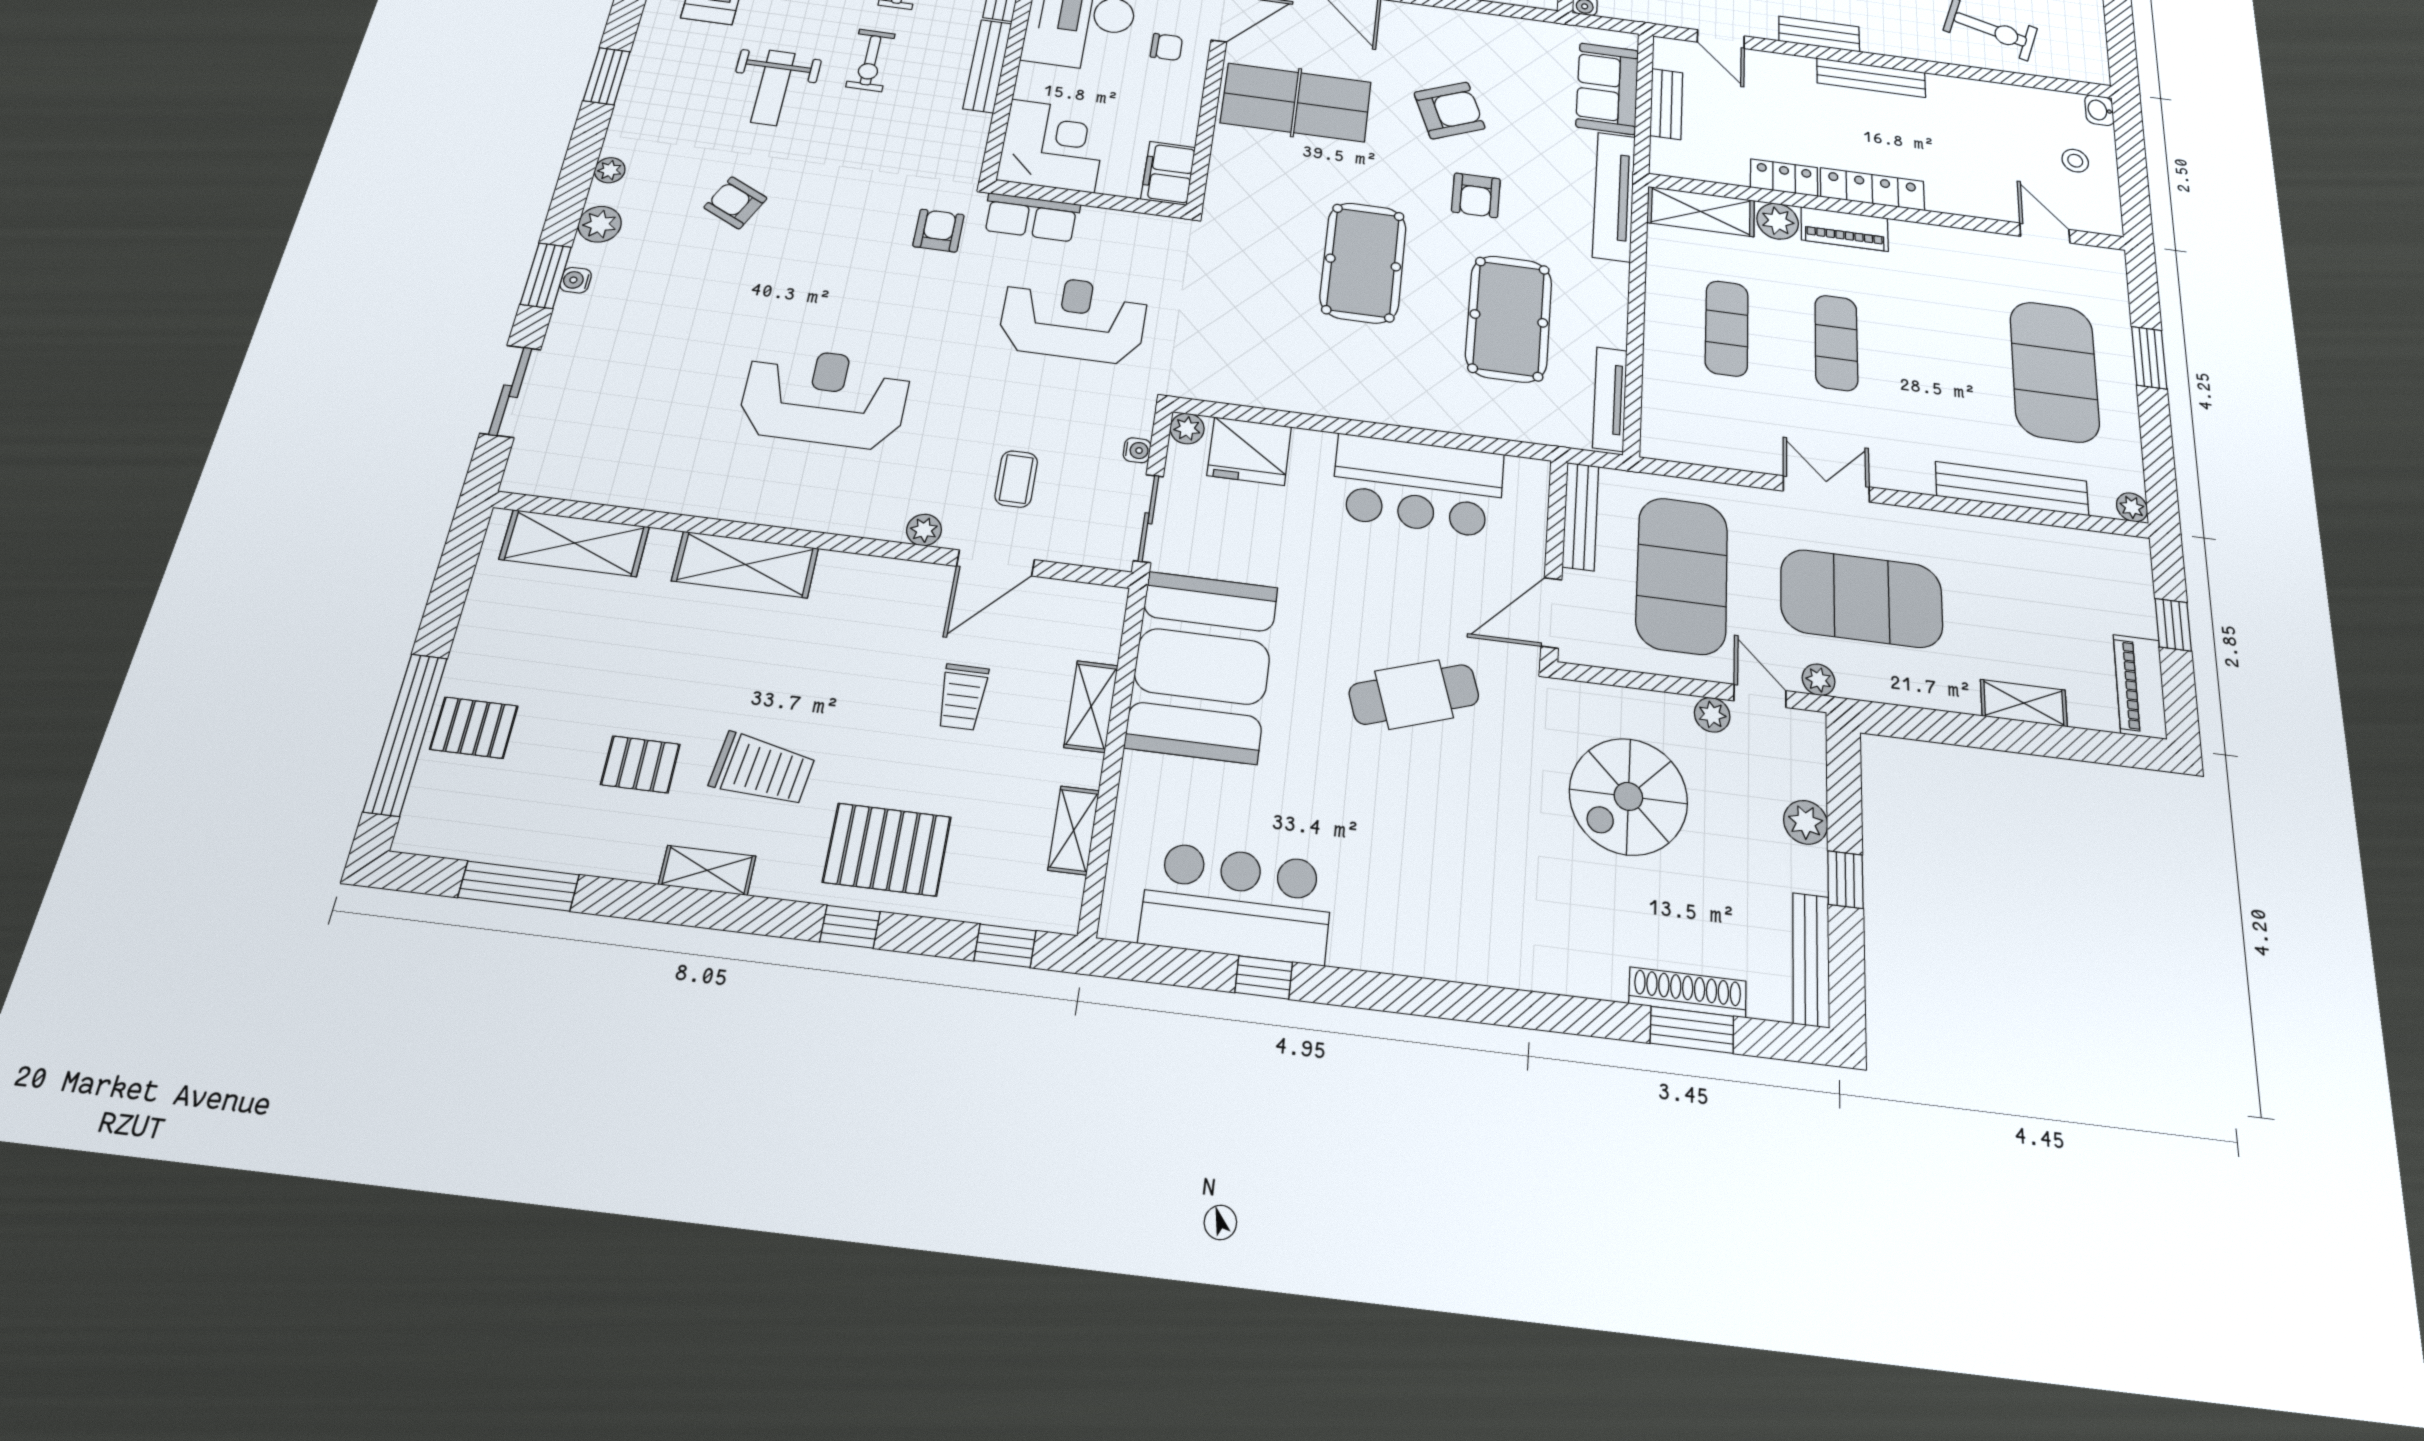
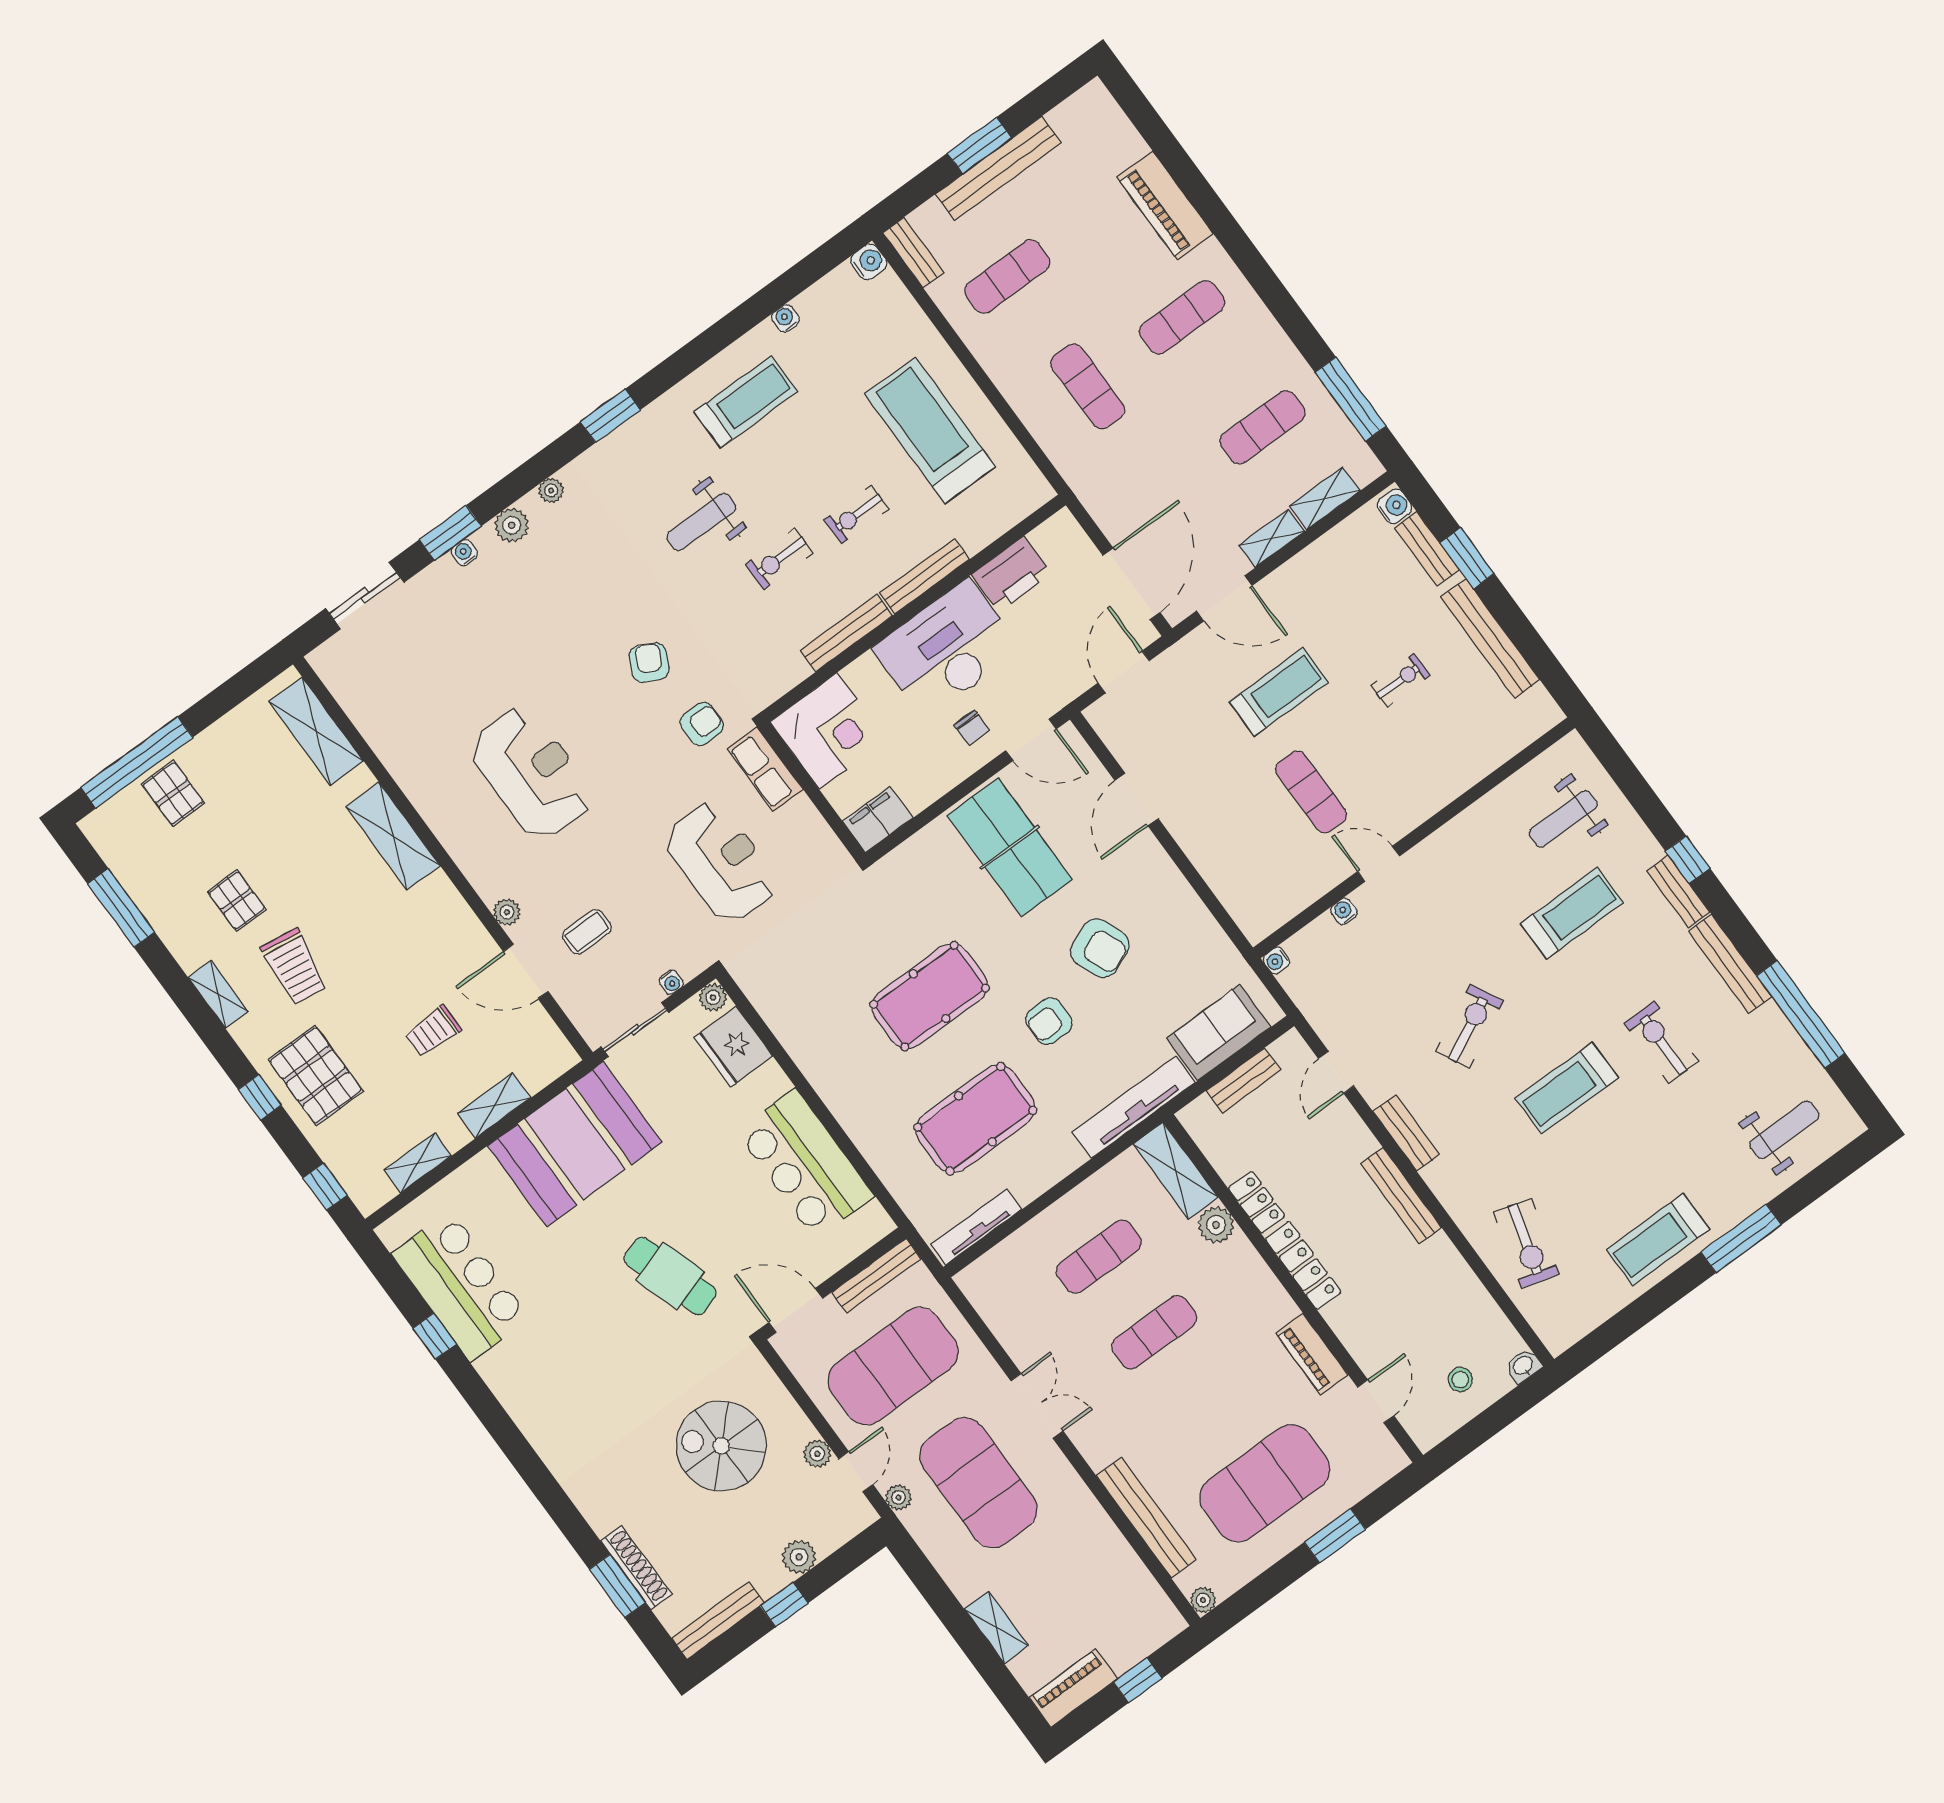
armchair: (735, 203) -> (649, 663), moved
piano: (1845, 229) -> (1312, 1354), moved

